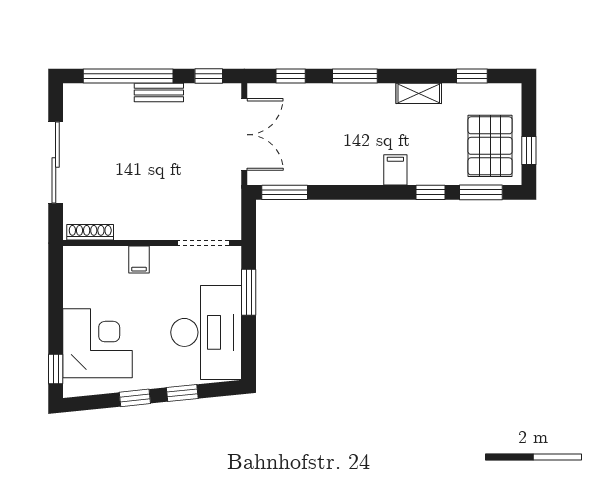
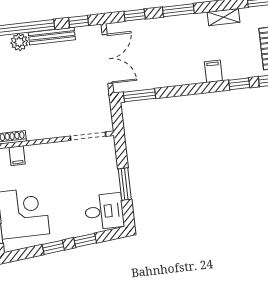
bench: (159, 92) -> (52, 36), width x1.36
plant: (120, 96) -> (19, 42), added
filing cabinet: (139, 260) -> (17, 156), moved
window: (249, 292) -> (125, 184), moved
desk: (206, 332) -> (104, 211), width x0.53, depth x0.77

